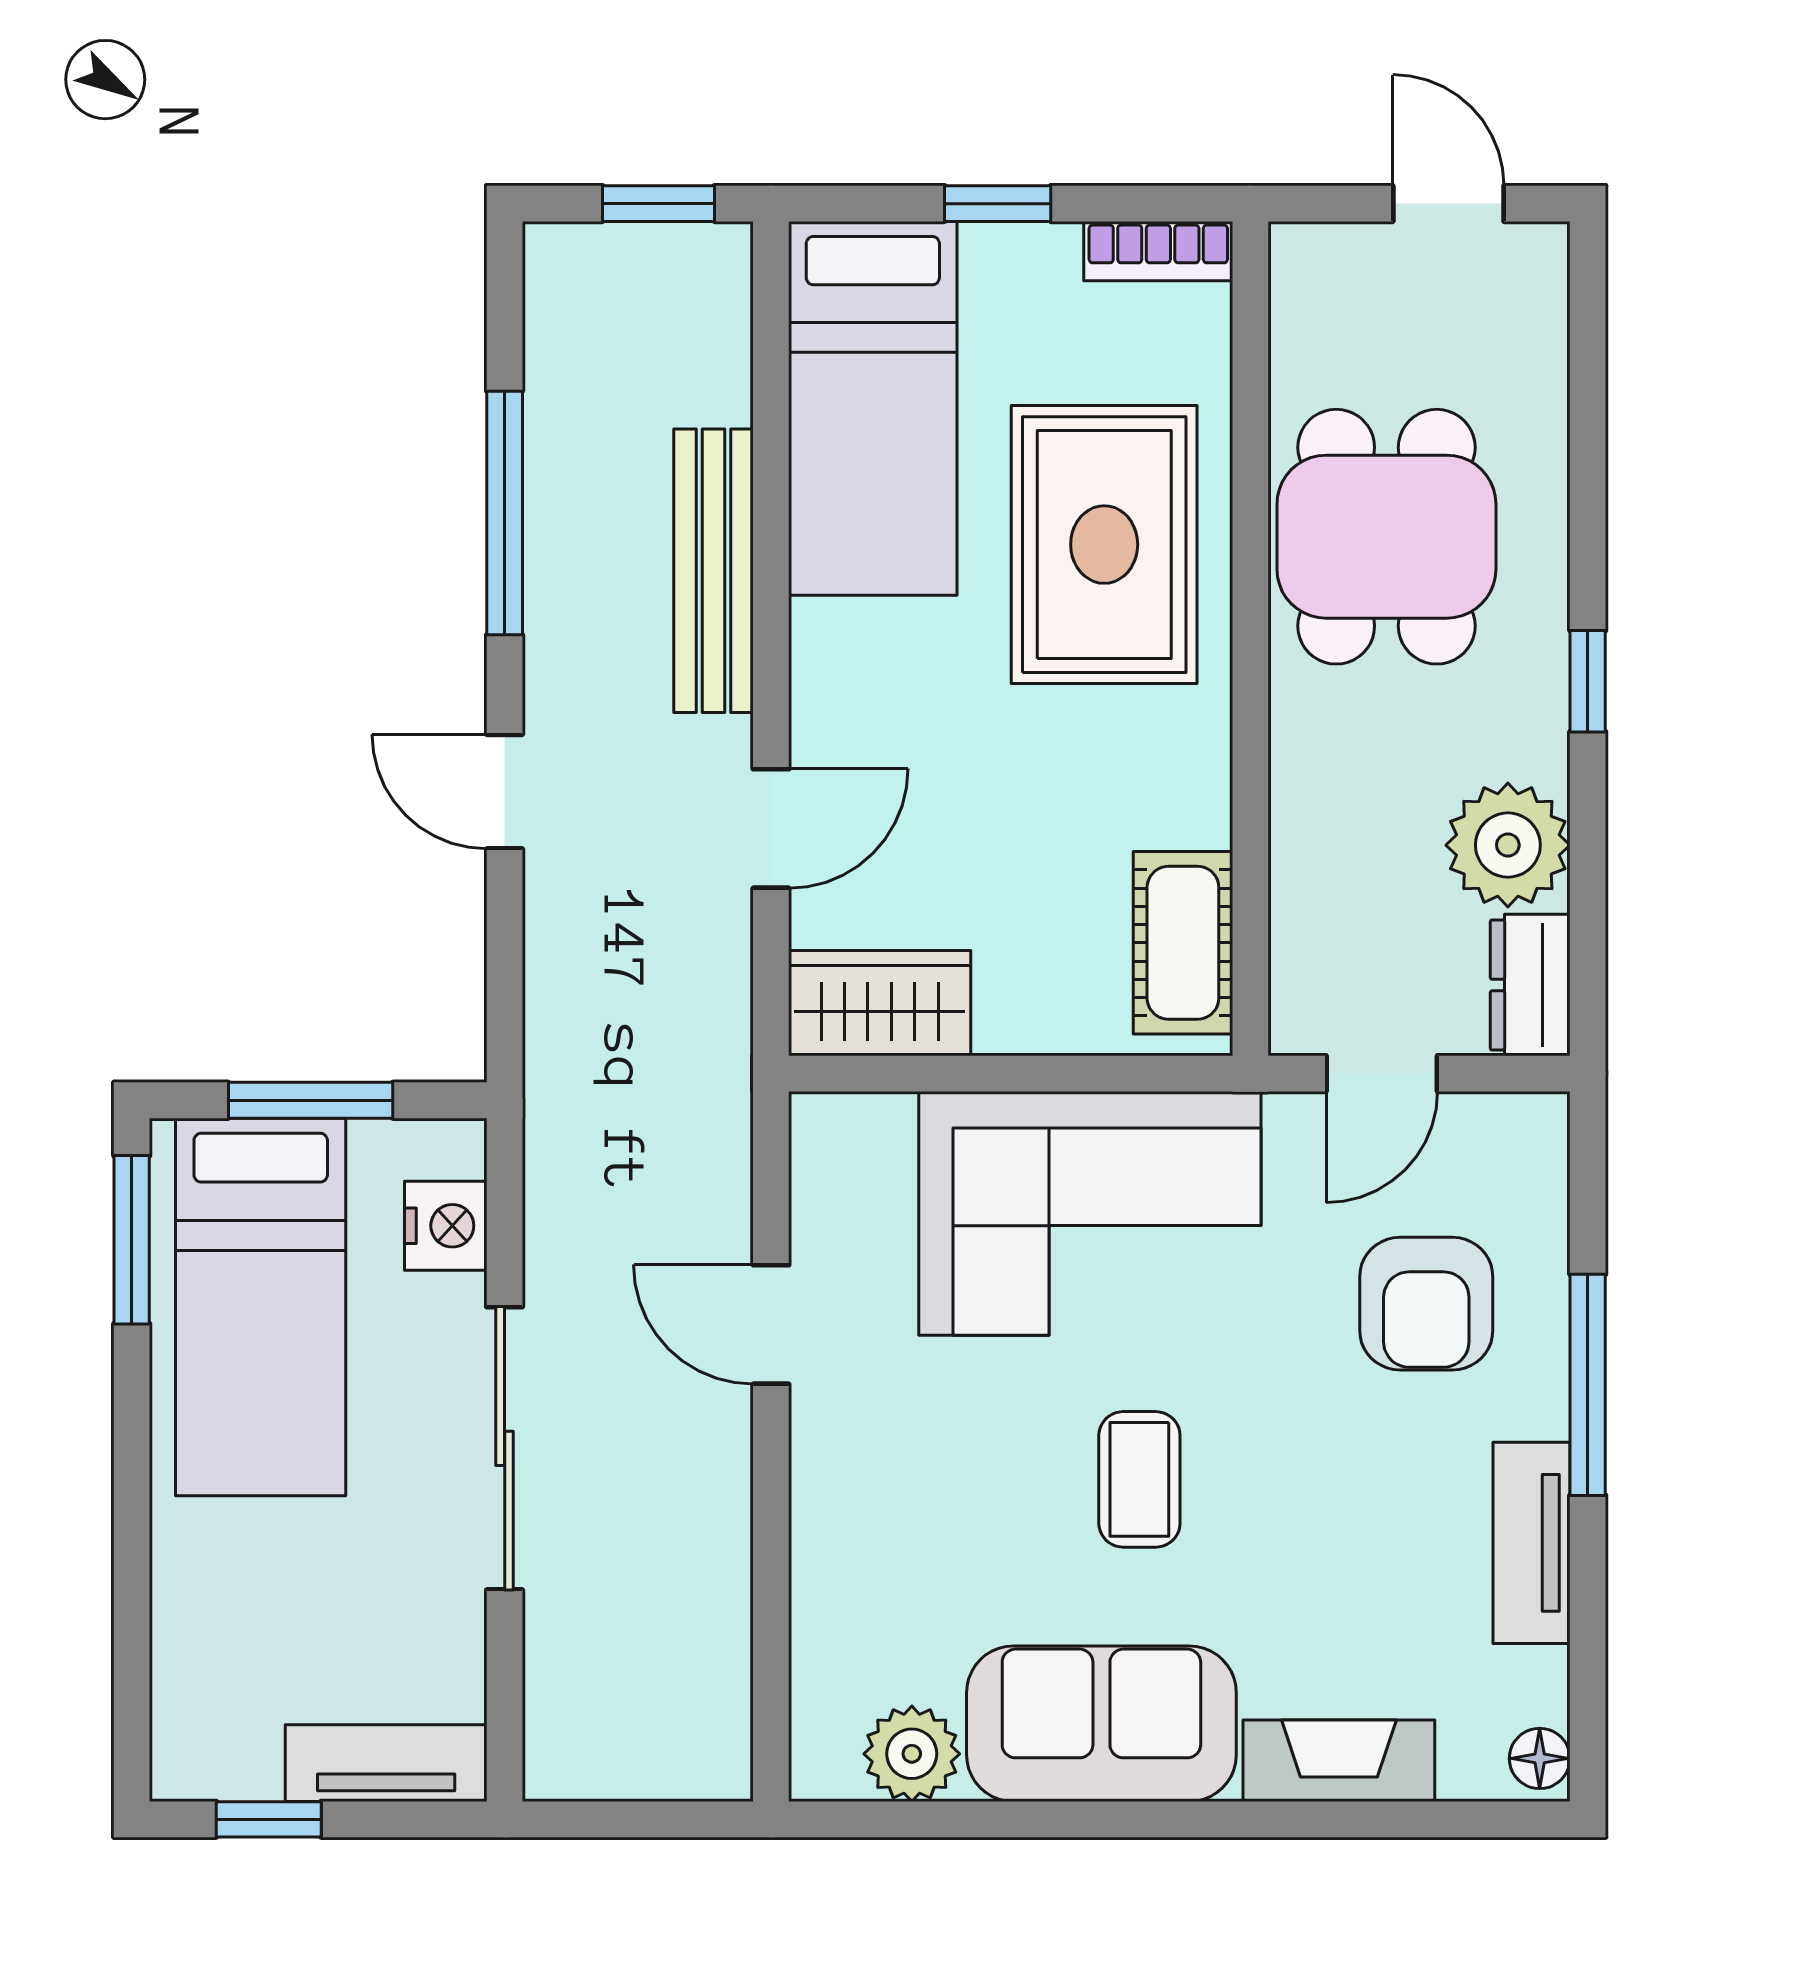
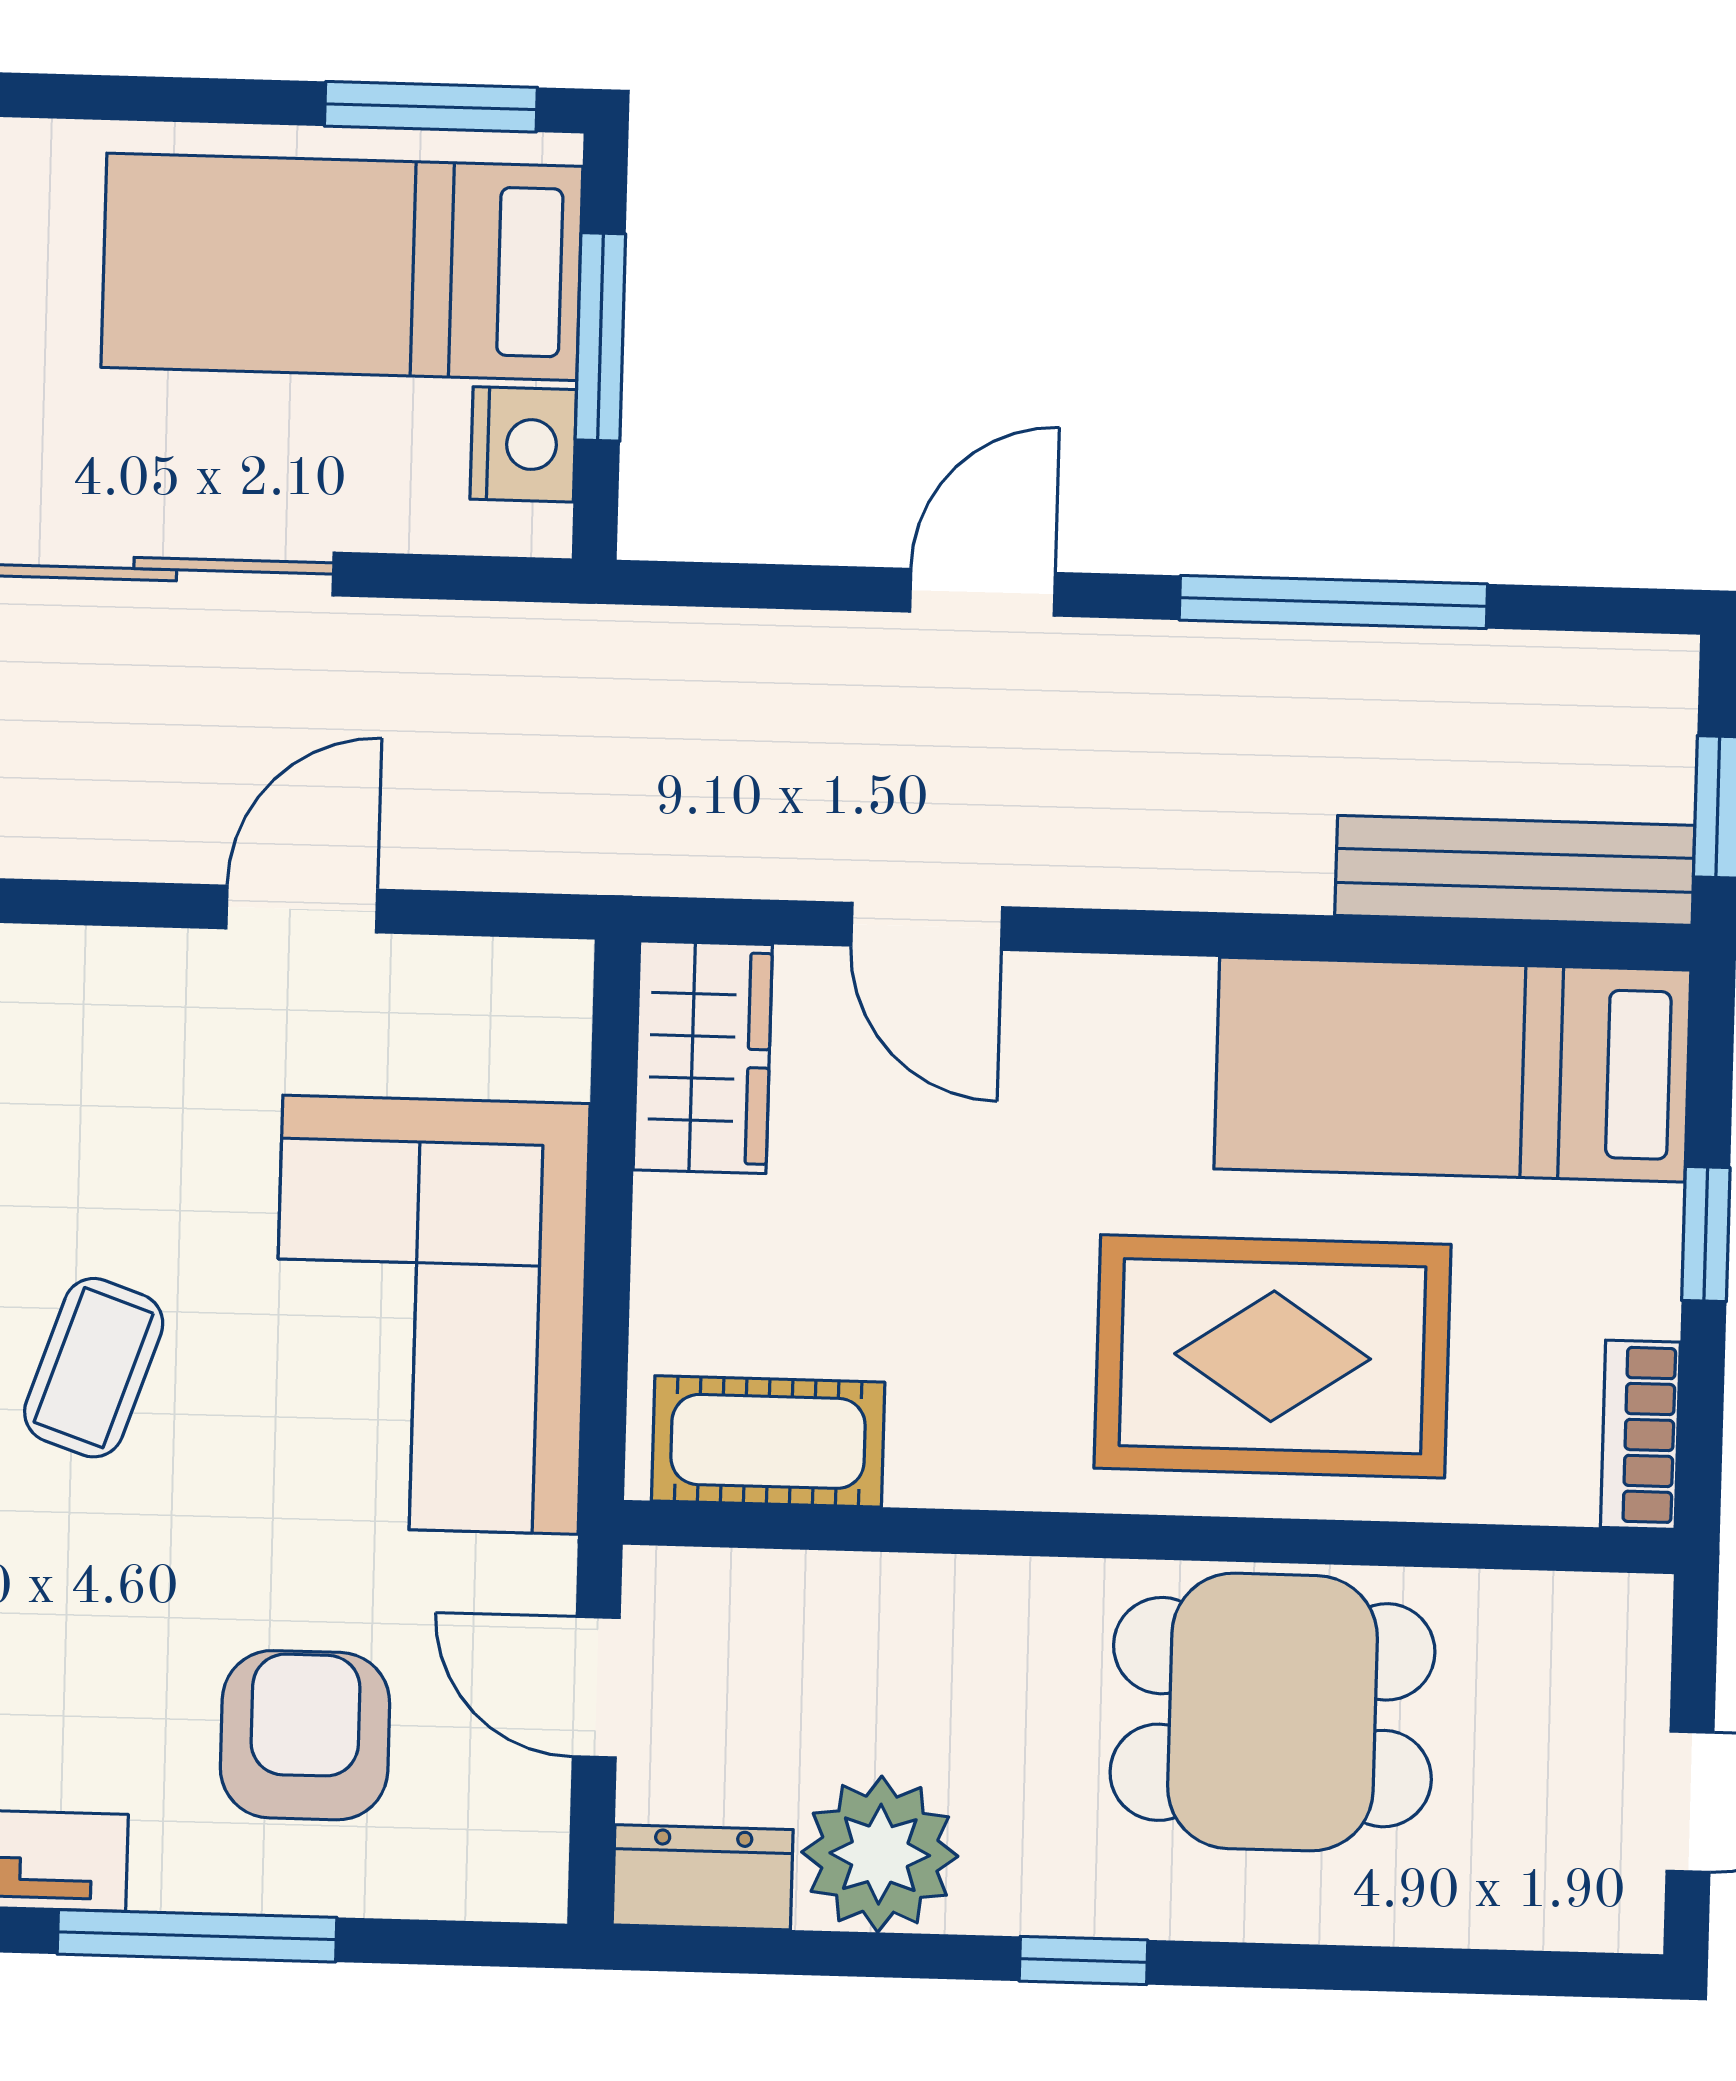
bench: (713, 571) -> (1515, 870), moved
nightstand: (446, 1226) -> (523, 444), moved, turned -90
armchair: (1426, 1304) -> (305, 1735), turned 90
coffee table: (1139, 1479) -> (94, 1368), turned -71

